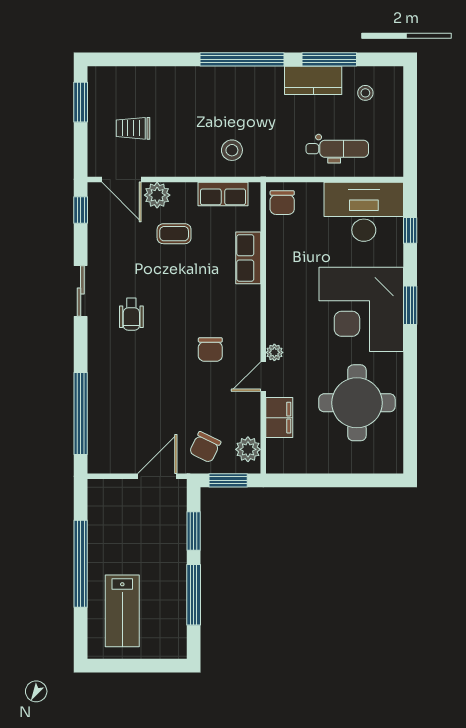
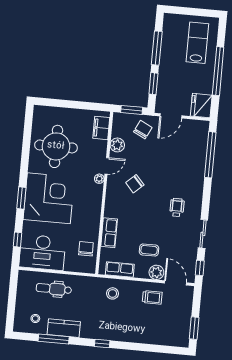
window: (242, 59) -> (102, 344), width x0.32
trolley: (133, 128) -> (152, 297), moved
chair: (282, 203) -> (86, 249), moved
sliding door: (81, 291) -> (203, 234), moved
chair: (210, 349) -> (135, 184), turned -132
filing cabinet: (279, 418) -> (101, 128), moved
plant: (248, 449) -> (117, 145), moved
fridge: (105, 500) -> (201, 106), added

